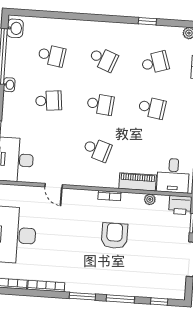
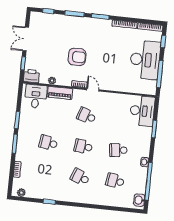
school desk: (155, 63) -> (45, 173), removed
door: (54, 186) -> (93, 90), moved
armchair: (114, 236) -> (77, 57), turned -90

